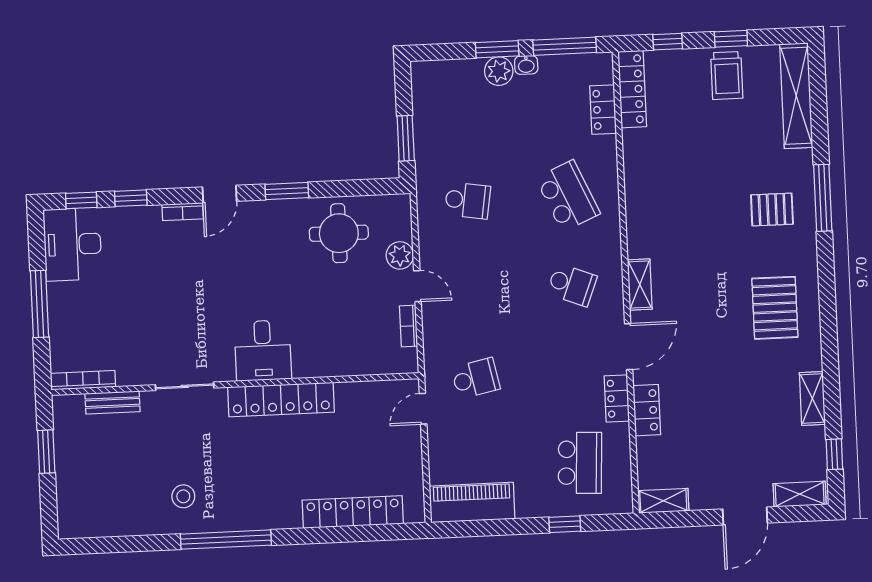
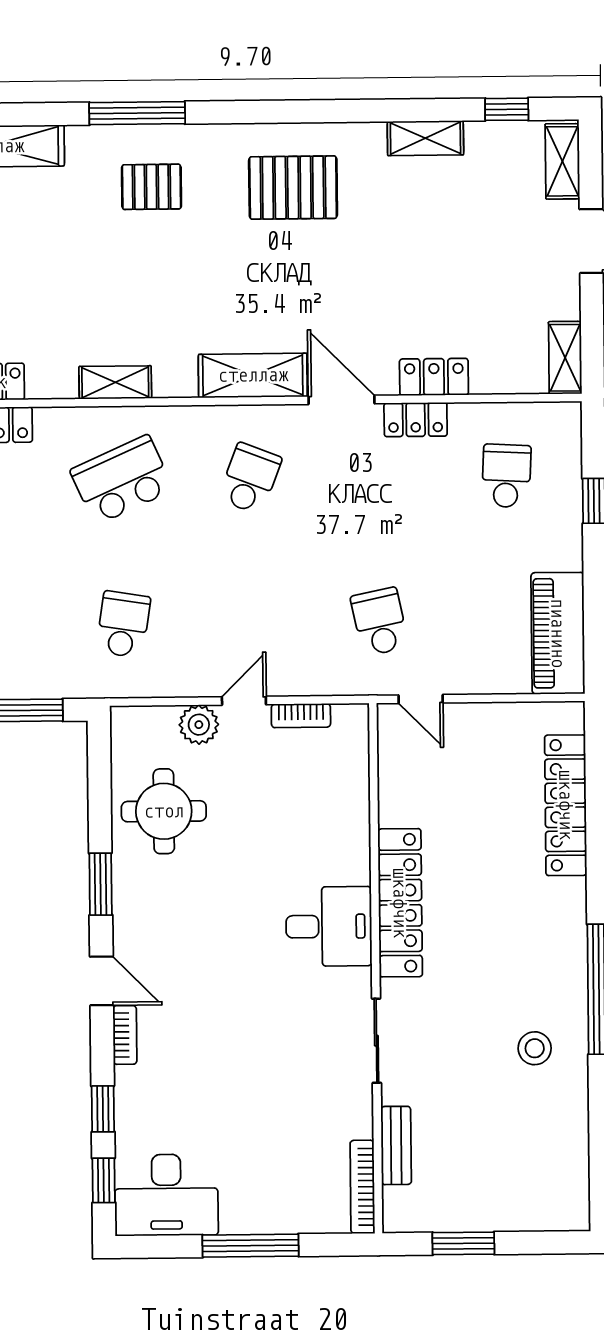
shelving: (635, 189) -> (115, 382), added
pallet: (772, 210) -> (152, 187), turned 90
shelving: (640, 285) -> (253, 375), width x1.50, depth x1.33
school desk: (580, 463) -> (506, 476), width x0.54

